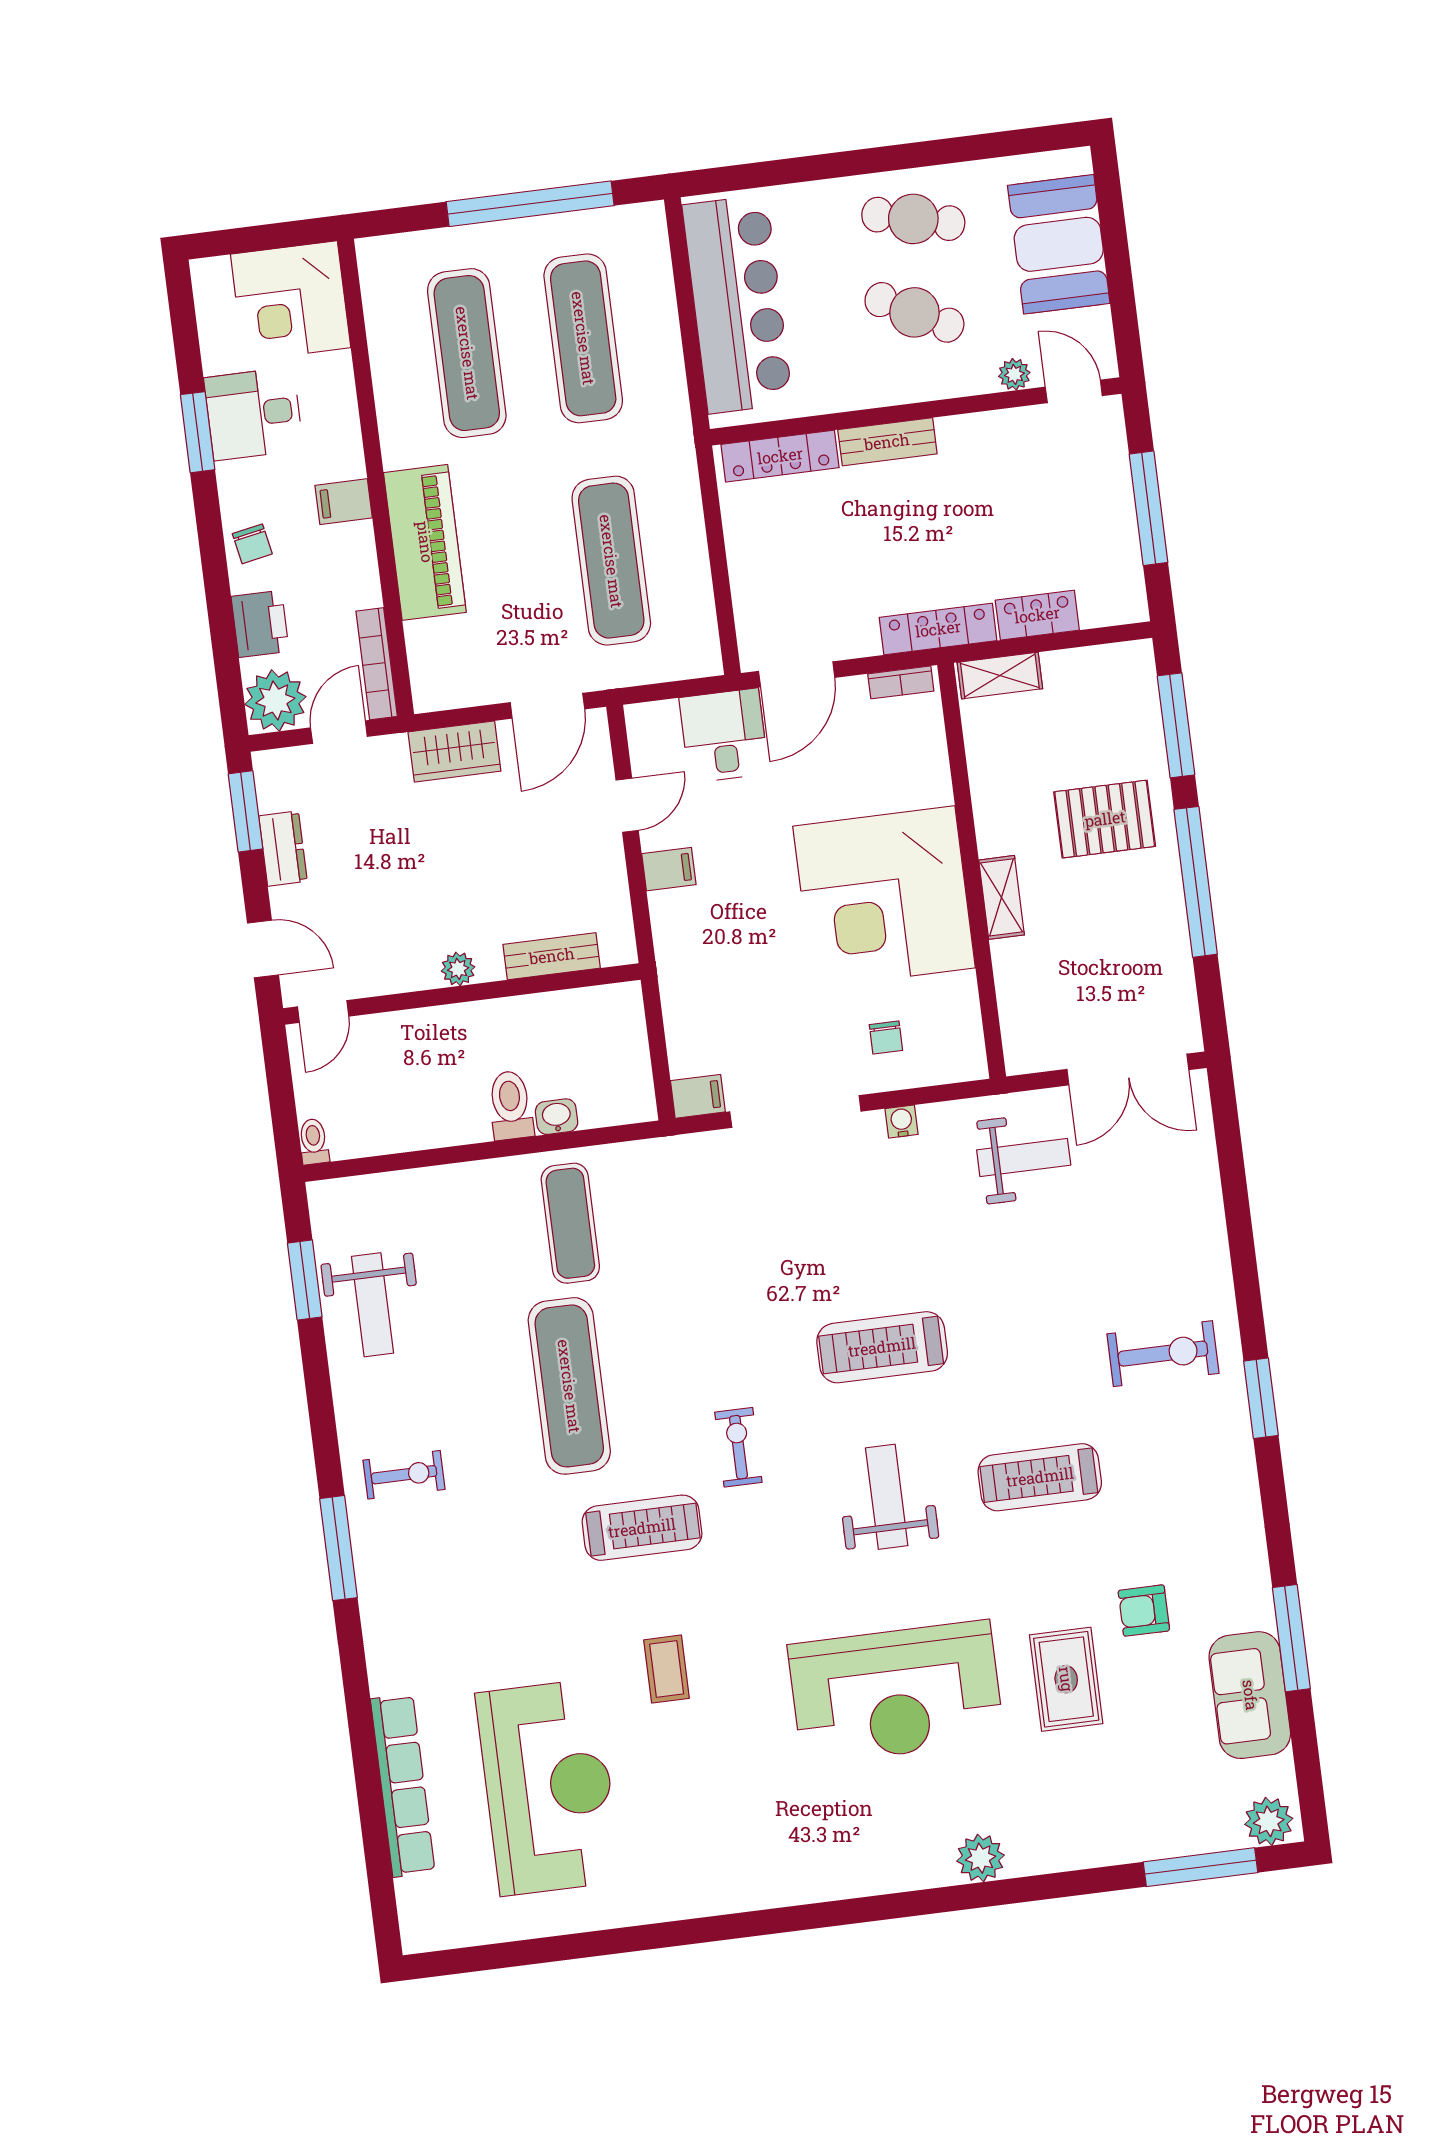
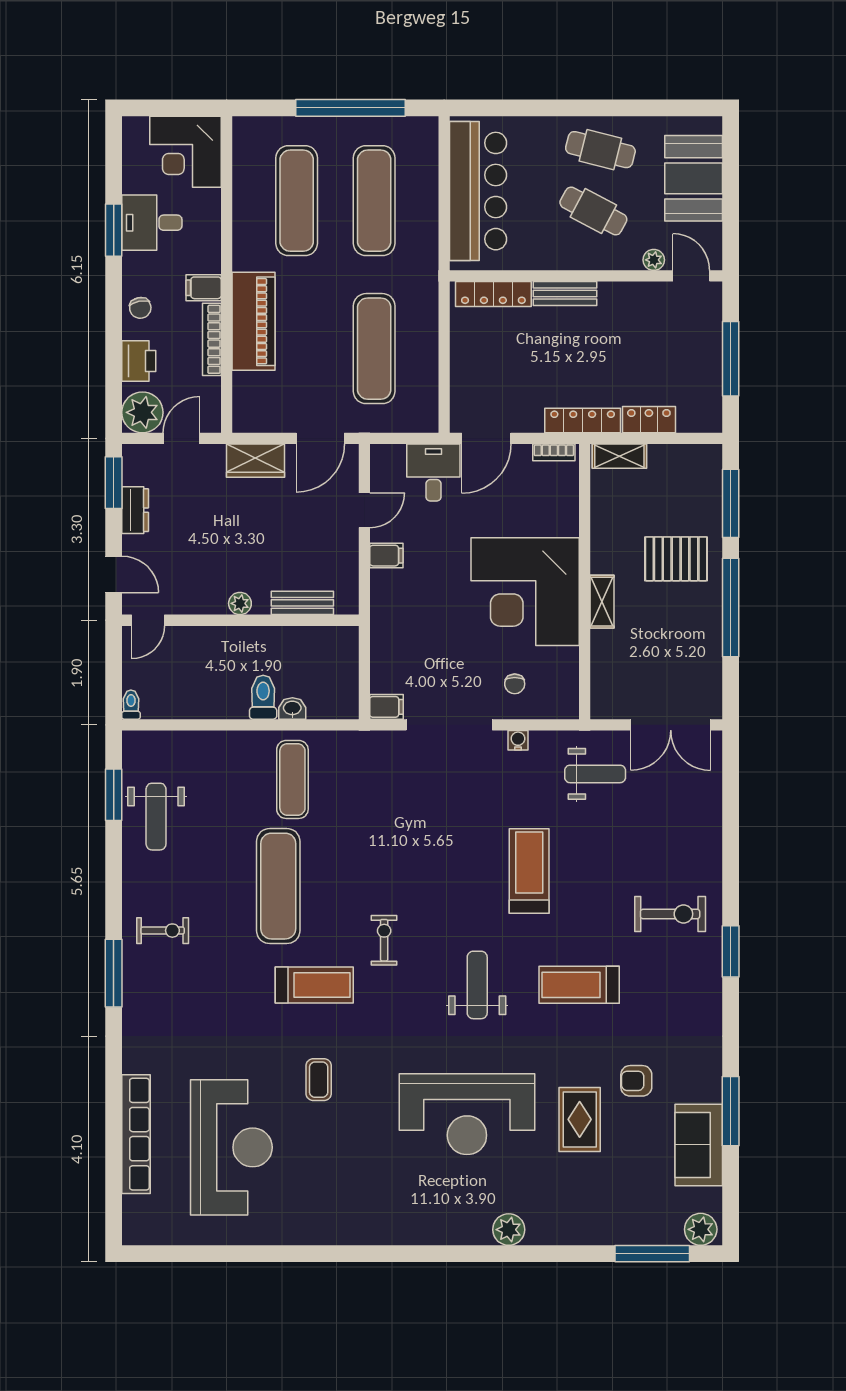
bookcase: (377, 664) -> (212, 339), moved
treadmill: (882, 1347) -> (529, 871), moved, turned 90

